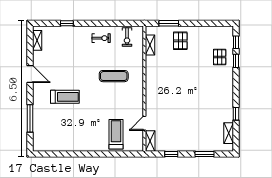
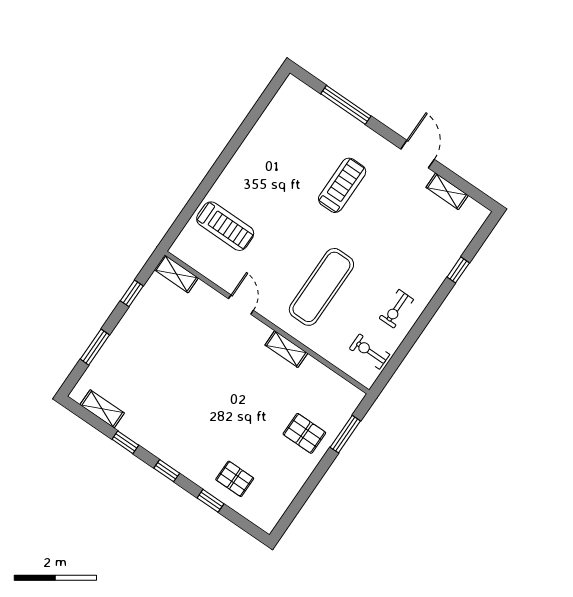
shelving: (37, 40) -> (447, 191), moved
window: (236, 42) -> (167, 471), moved
shelving: (150, 45) -> (286, 349), moved
door: (30, 74) -> (418, 154), swing flipped
exercise mat: (114, 76) -> (321, 287), width x1.36, depth x1.45
treadmill: (65, 97) -> (342, 185), turned 180
door: (144, 123) -> (241, 305), moved

